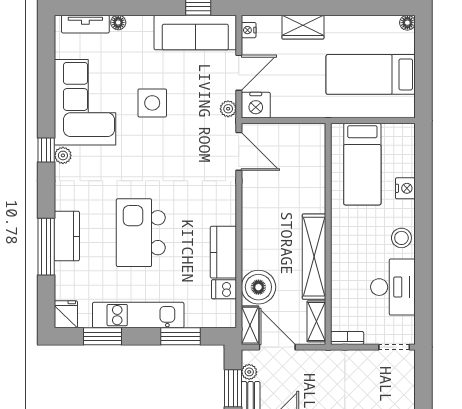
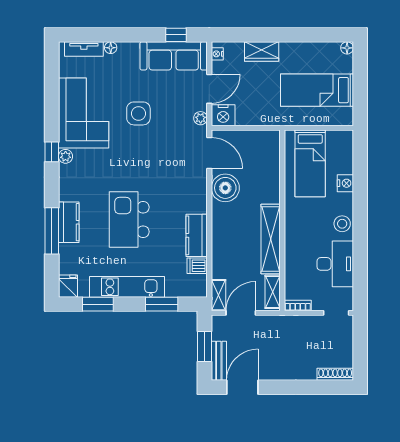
boiler: (258, 287) -> (225, 188), moved
door: (277, 347) -> (241, 313), hinge flipped
plant: (249, 372) -> (218, 333), removed

